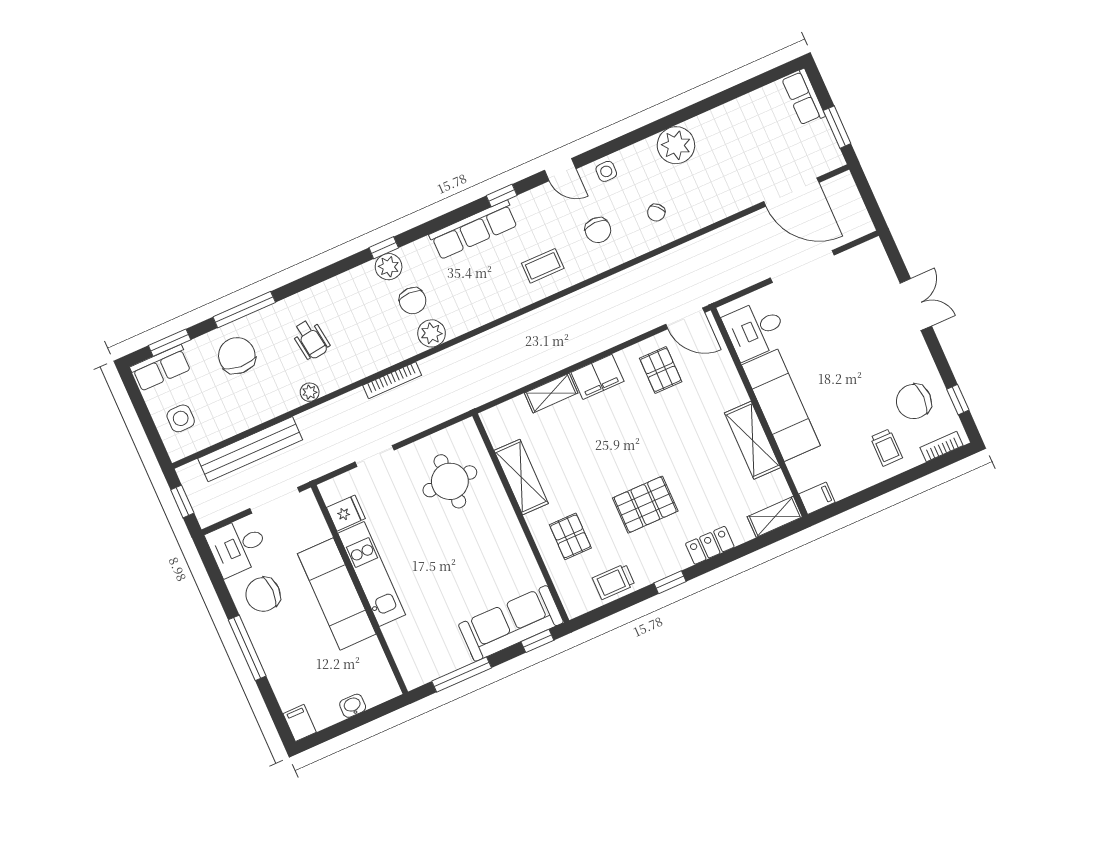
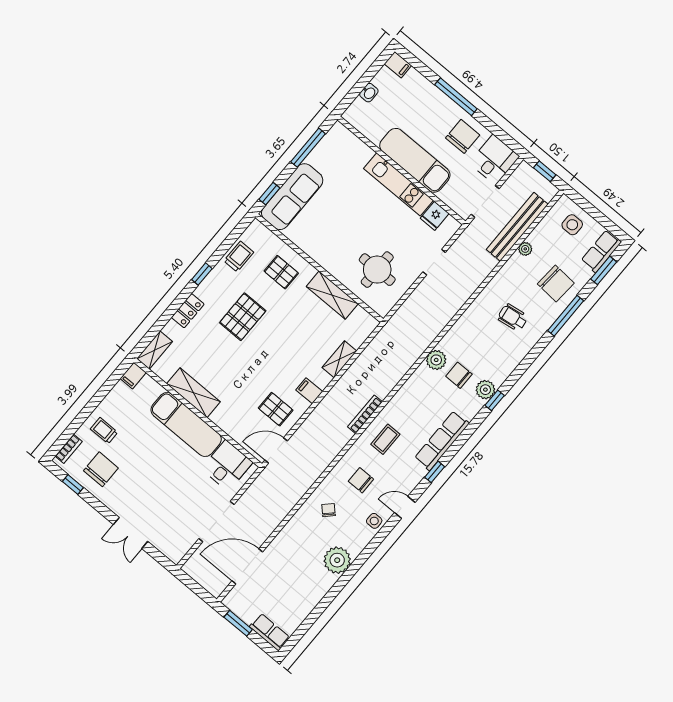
filing cabinet: (597, 377) -> (309, 391), width x0.50
bookcase: (392, 380) -> (365, 414), moved
plant: (310, 392) -> (525, 249), moved

